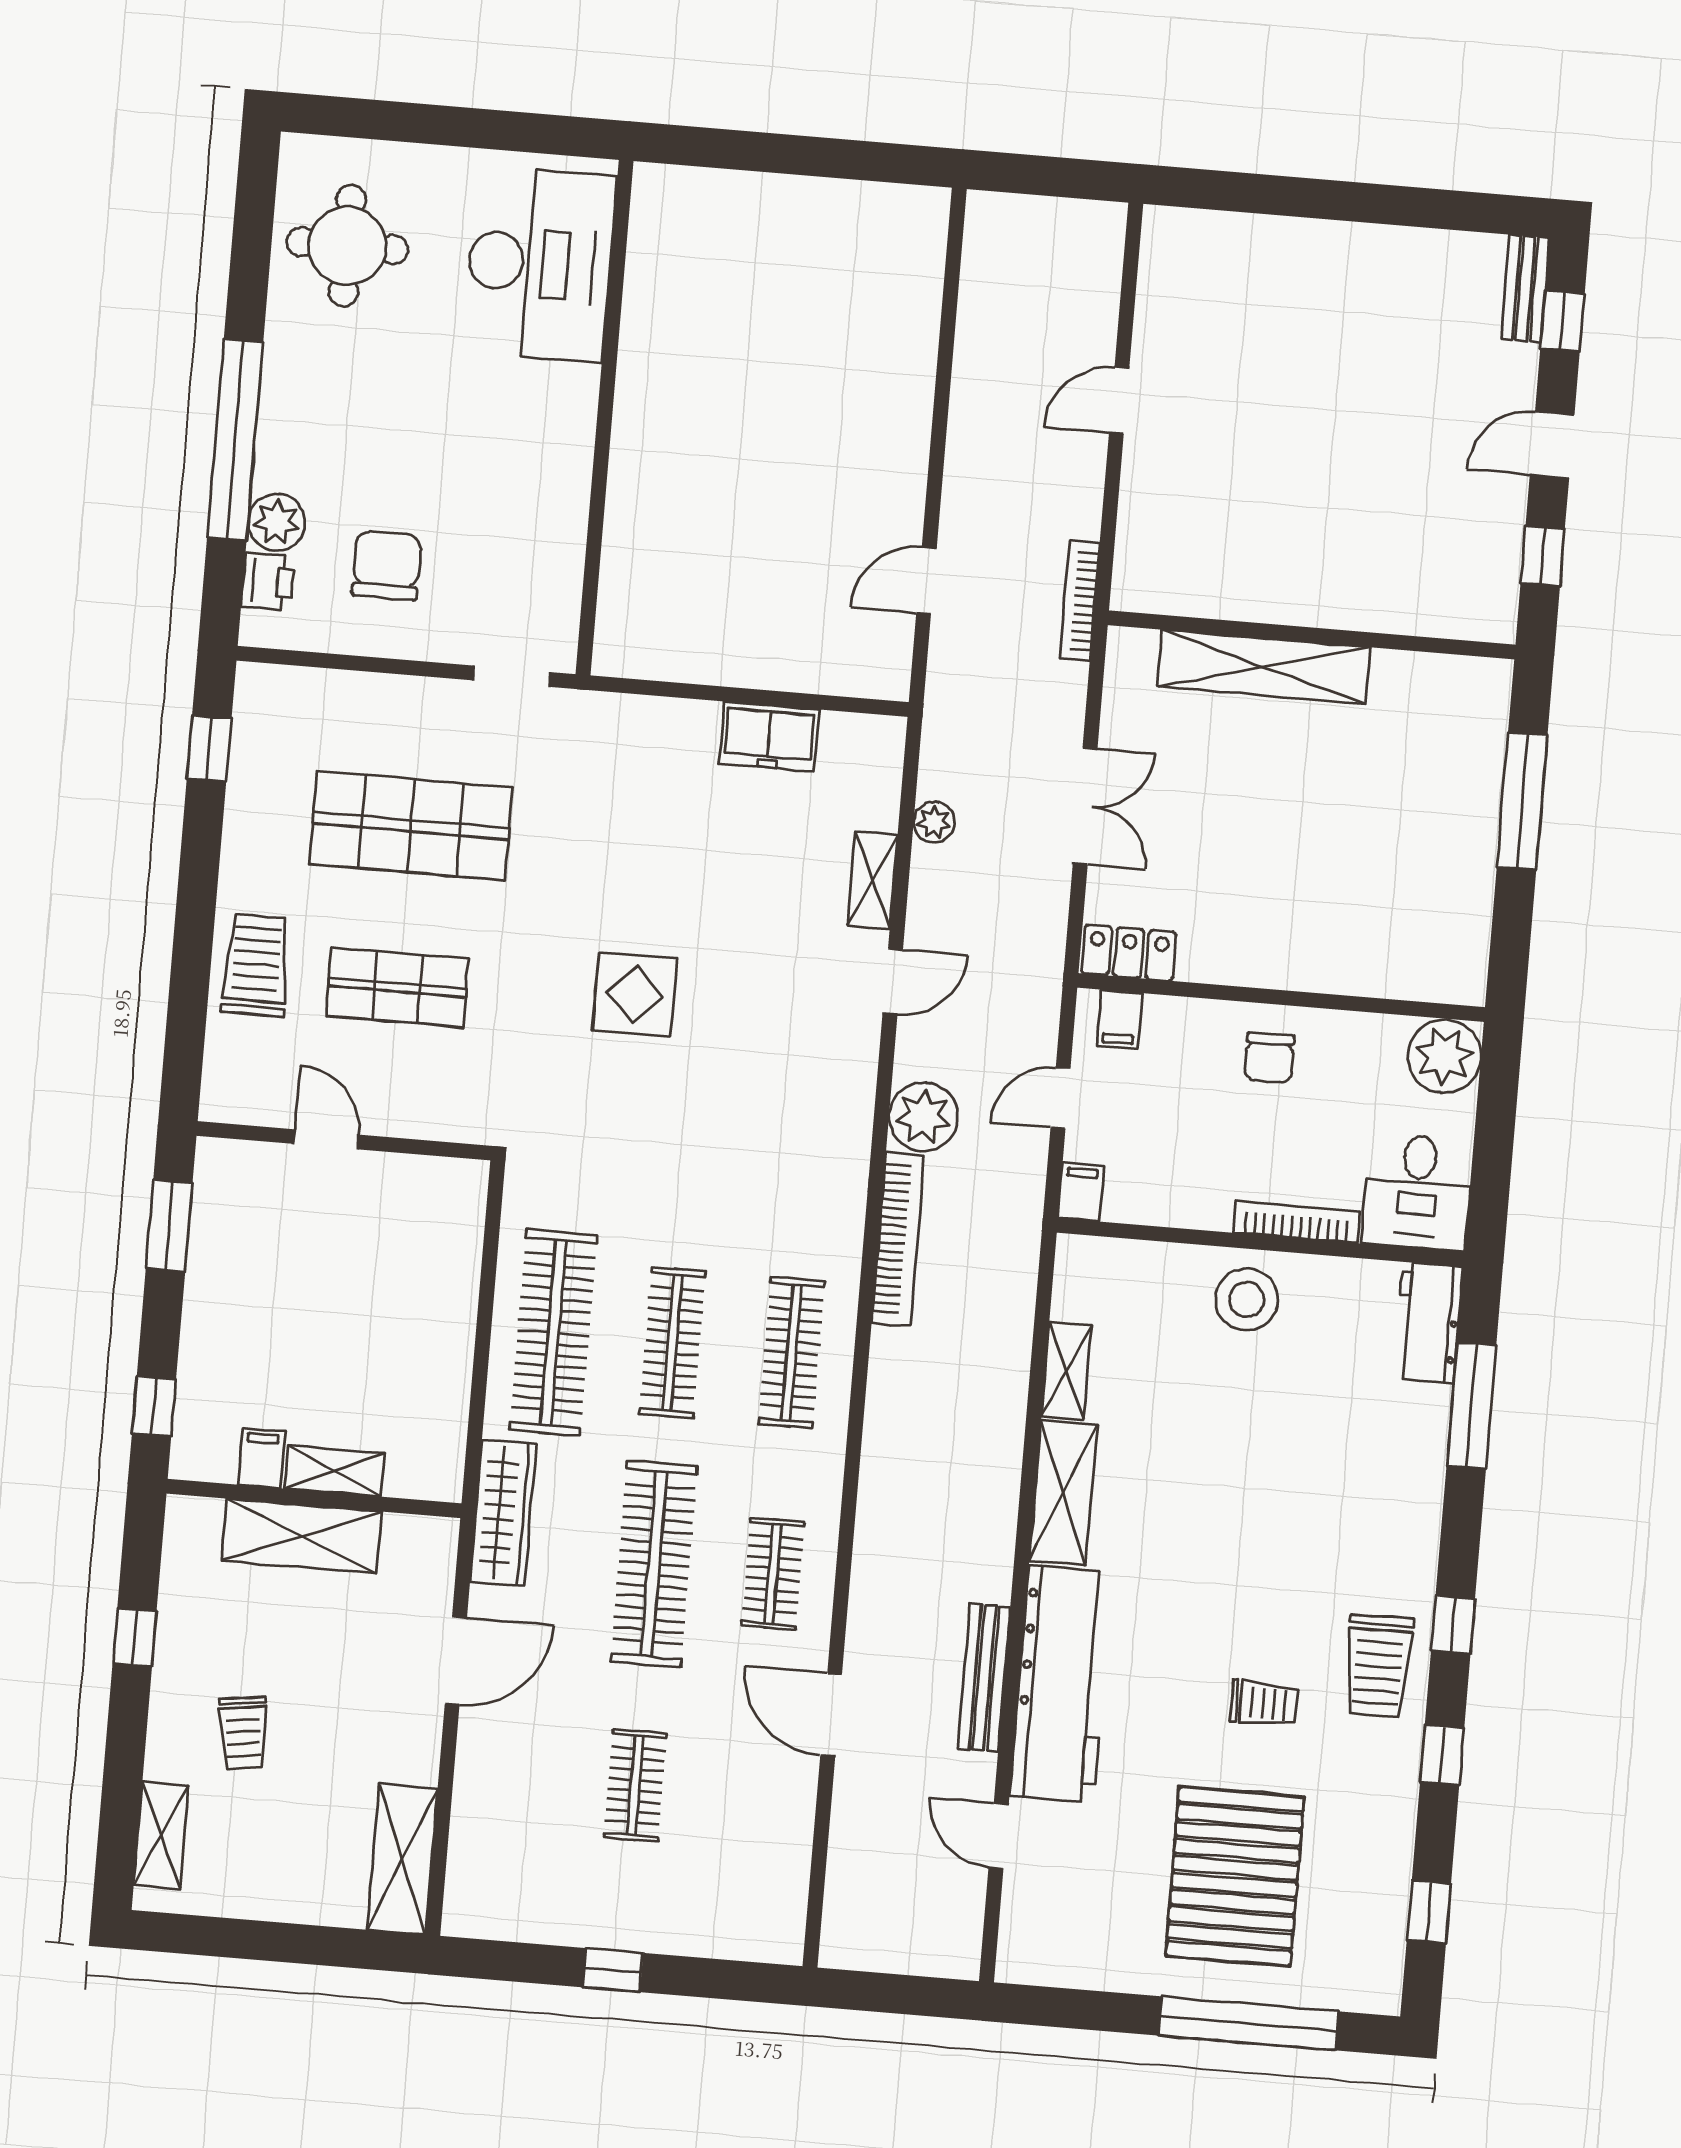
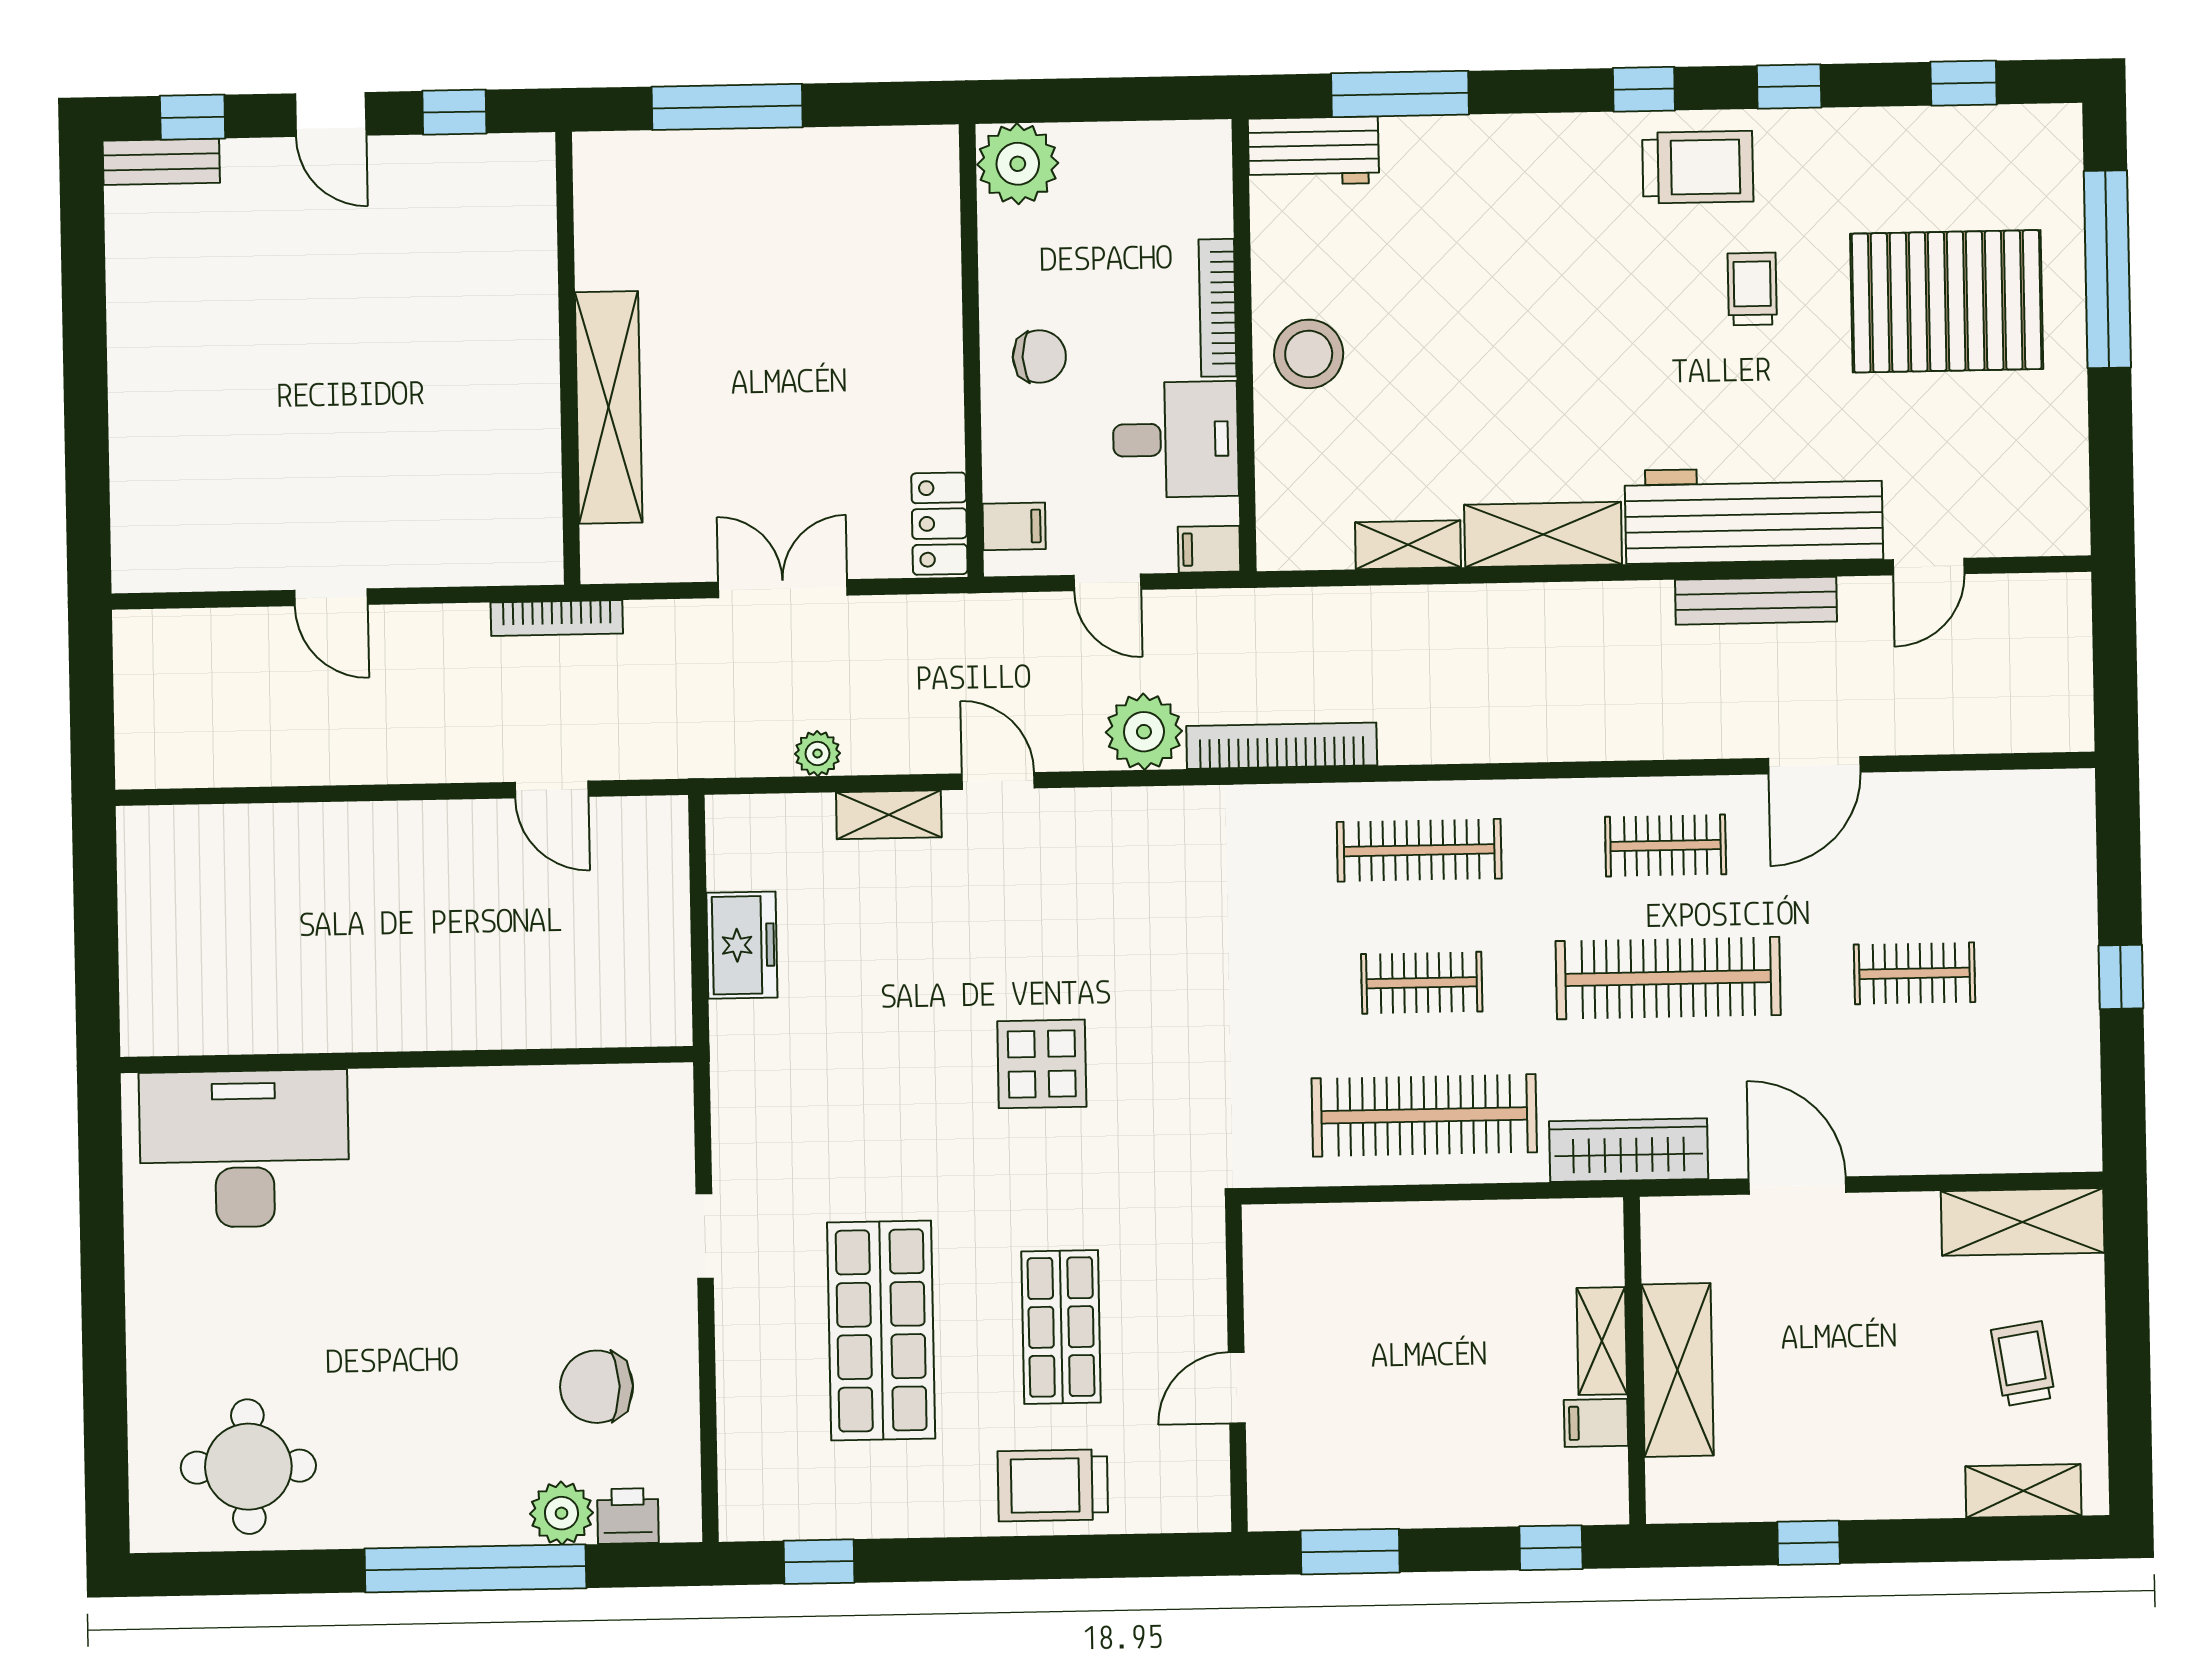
desk: (540, 264) -> (244, 1149), moved
wall: (605, 418) -> (407, 1060), moved
desk: (1417, 1192) -> (1176, 439), moved
clothes rail: (672, 1343) -> (1422, 983), width x0.73
trolley: (243, 1733) -> (2023, 1364), moved, turned -92

